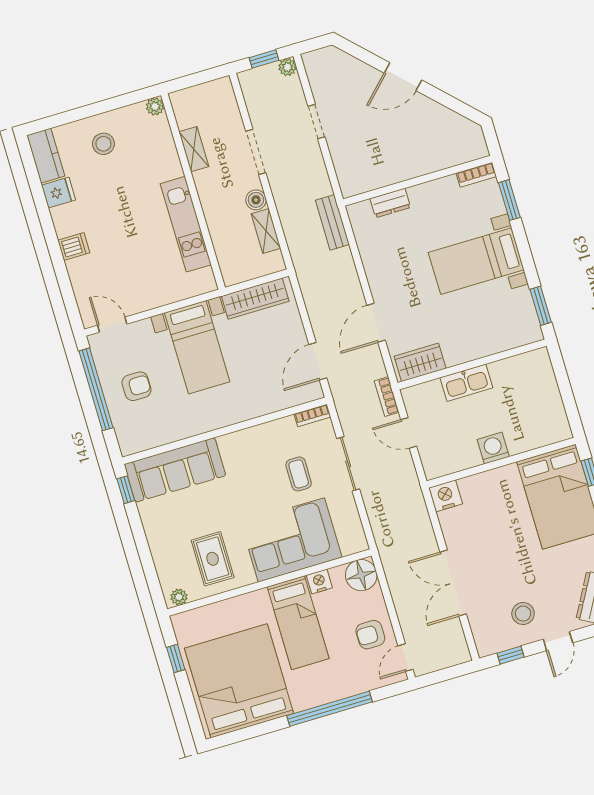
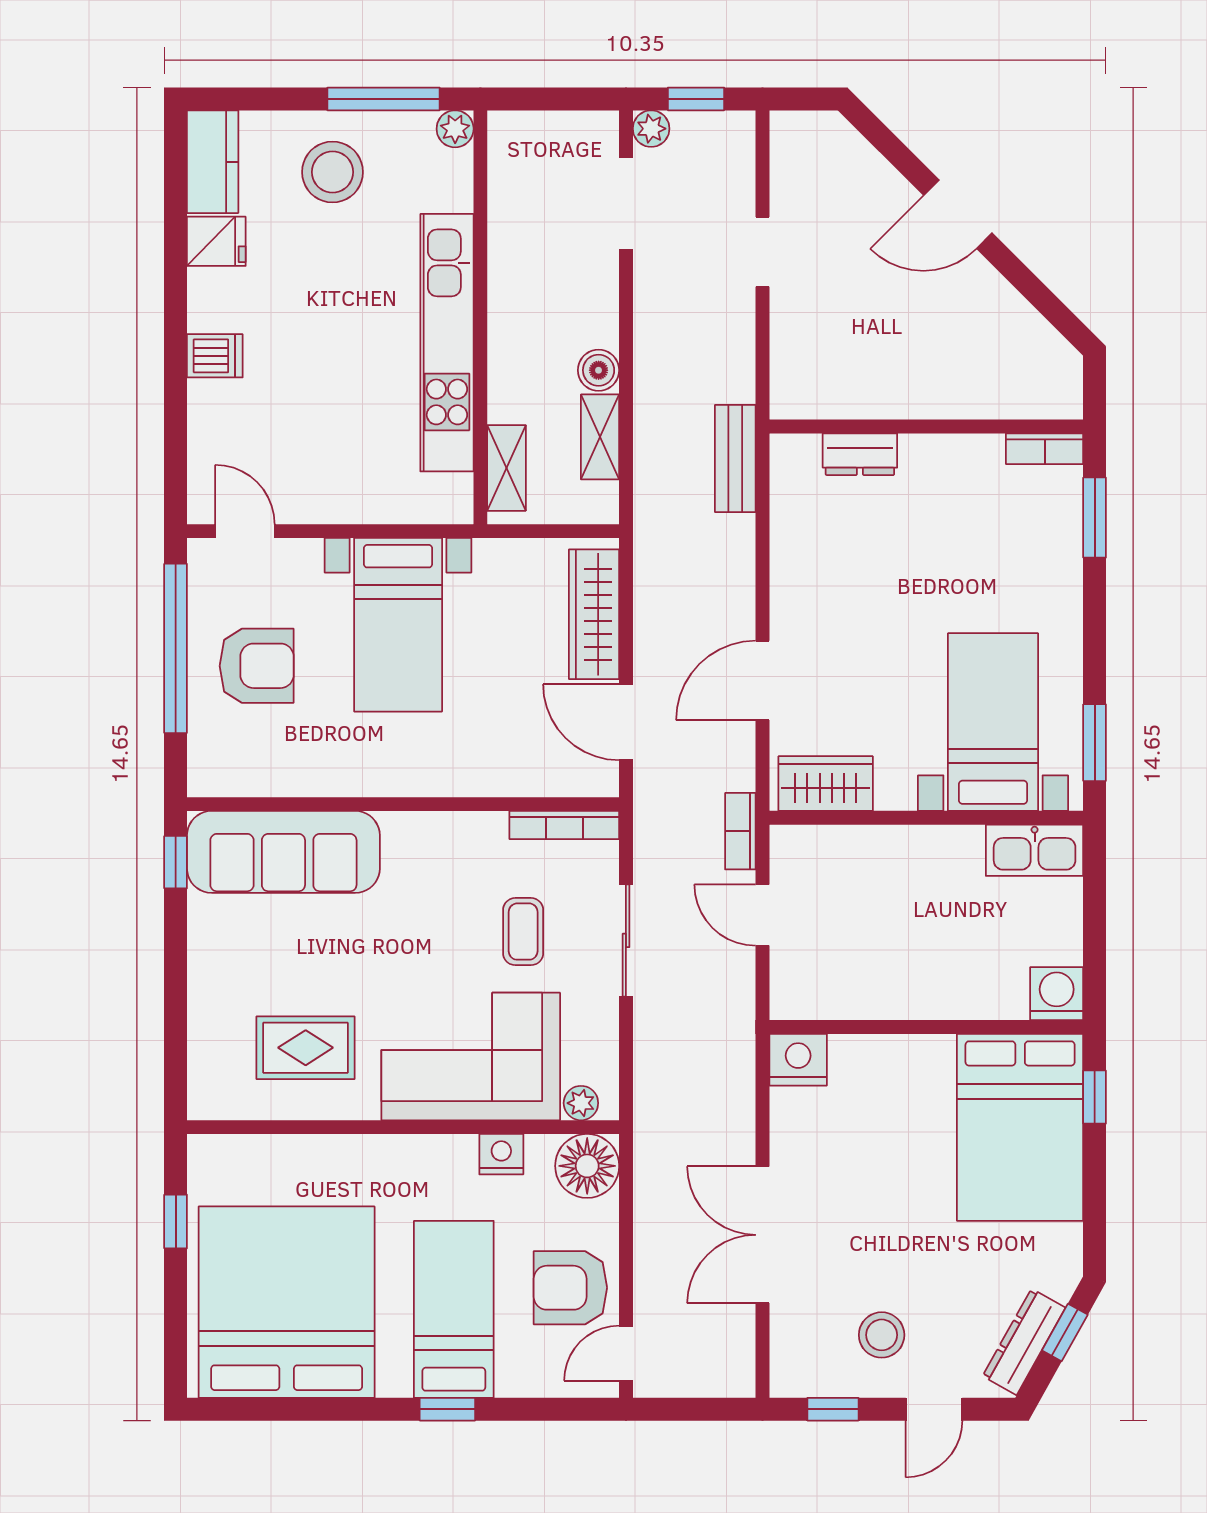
plant: (287, 67) -> (651, 129), moved
window: (117, 102) -> (384, 99), added
stool: (103, 144) -> (332, 172), width x1.38, depth x1.38
shelving: (194, 149) -> (507, 468), moved
doorway: (256, 152) -> (626, 204), moved
kitchen unit: (186, 224) -> (447, 343), width x1.36
bed with nightstands: (476, 261) -> (993, 722), moved, turned 90
wardrobe: (255, 299) -> (594, 614), moved, turned 90
door: (318, 361) -> (626, 722), hinge flipped
kitchen sink: (466, 383) -> (1035, 850), moved
armchair: (136, 386) -> (257, 666), width x1.38, depth x1.38
bookcase: (312, 415) -> (564, 825), width x1.56
washing machine: (493, 448) -> (1057, 994), moved
rug: (213, 559) -> (306, 1048), turned 90
plant: (179, 597) -> (581, 1103), moved
bed: (298, 623) -> (454, 1309), moved, turned 180
armchair: (370, 635) -> (570, 1288), width x1.38, depth x1.38
window: (330, 709) -> (447, 1409), width x0.32

